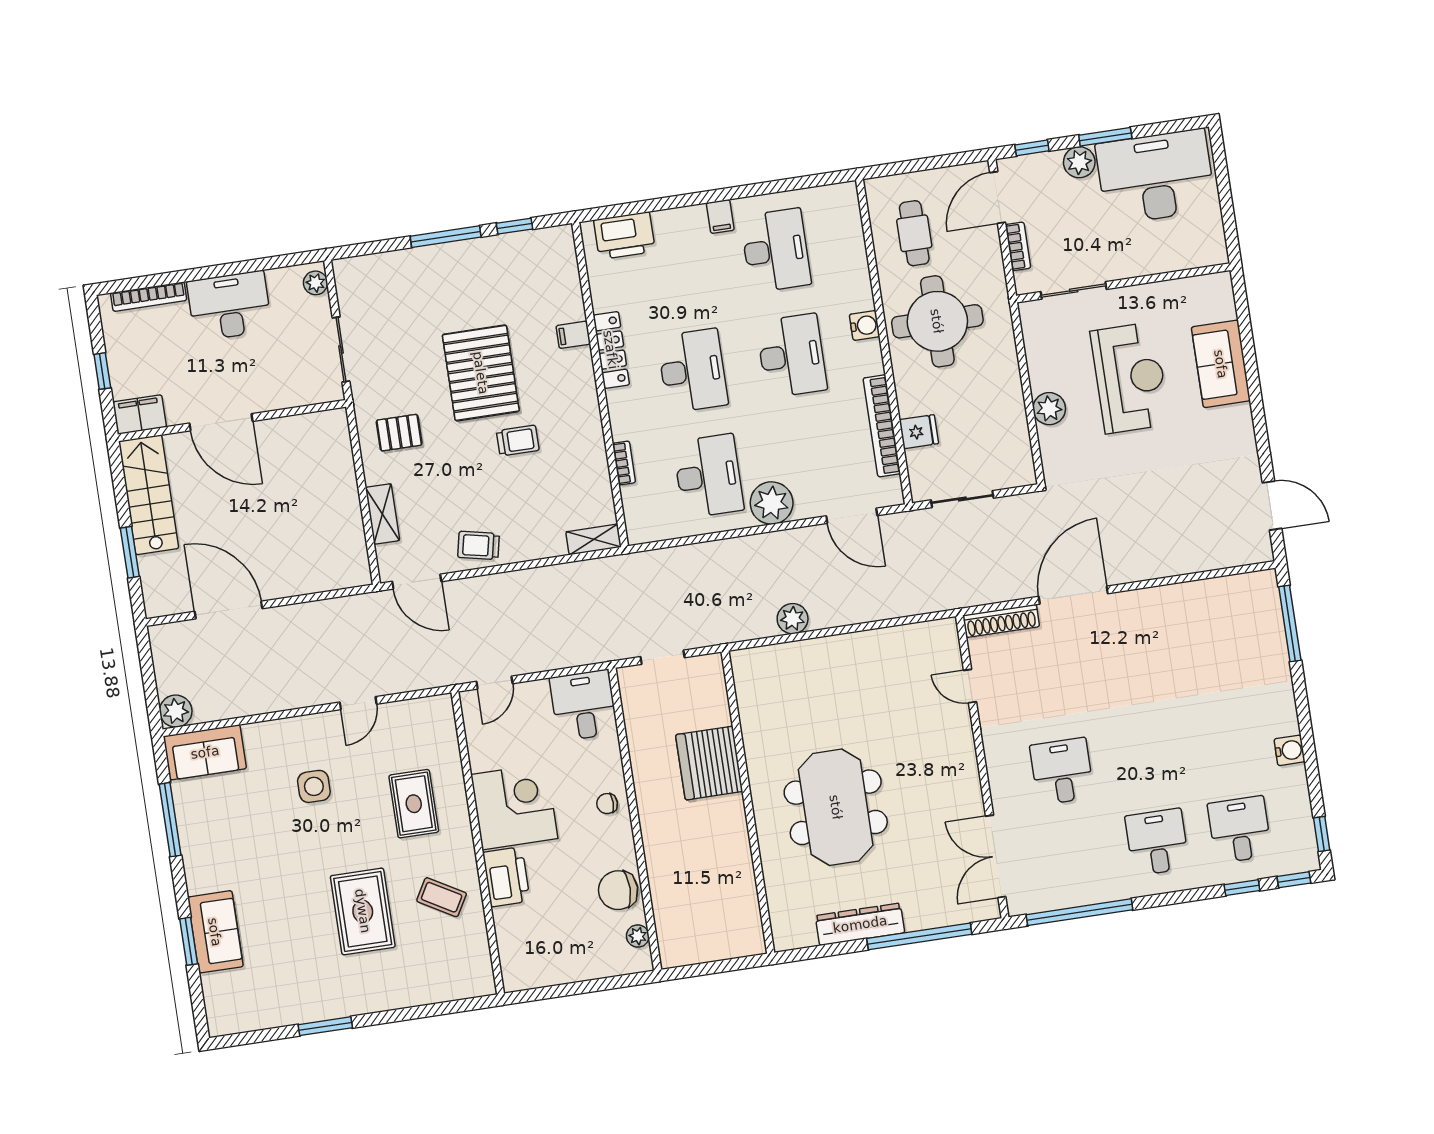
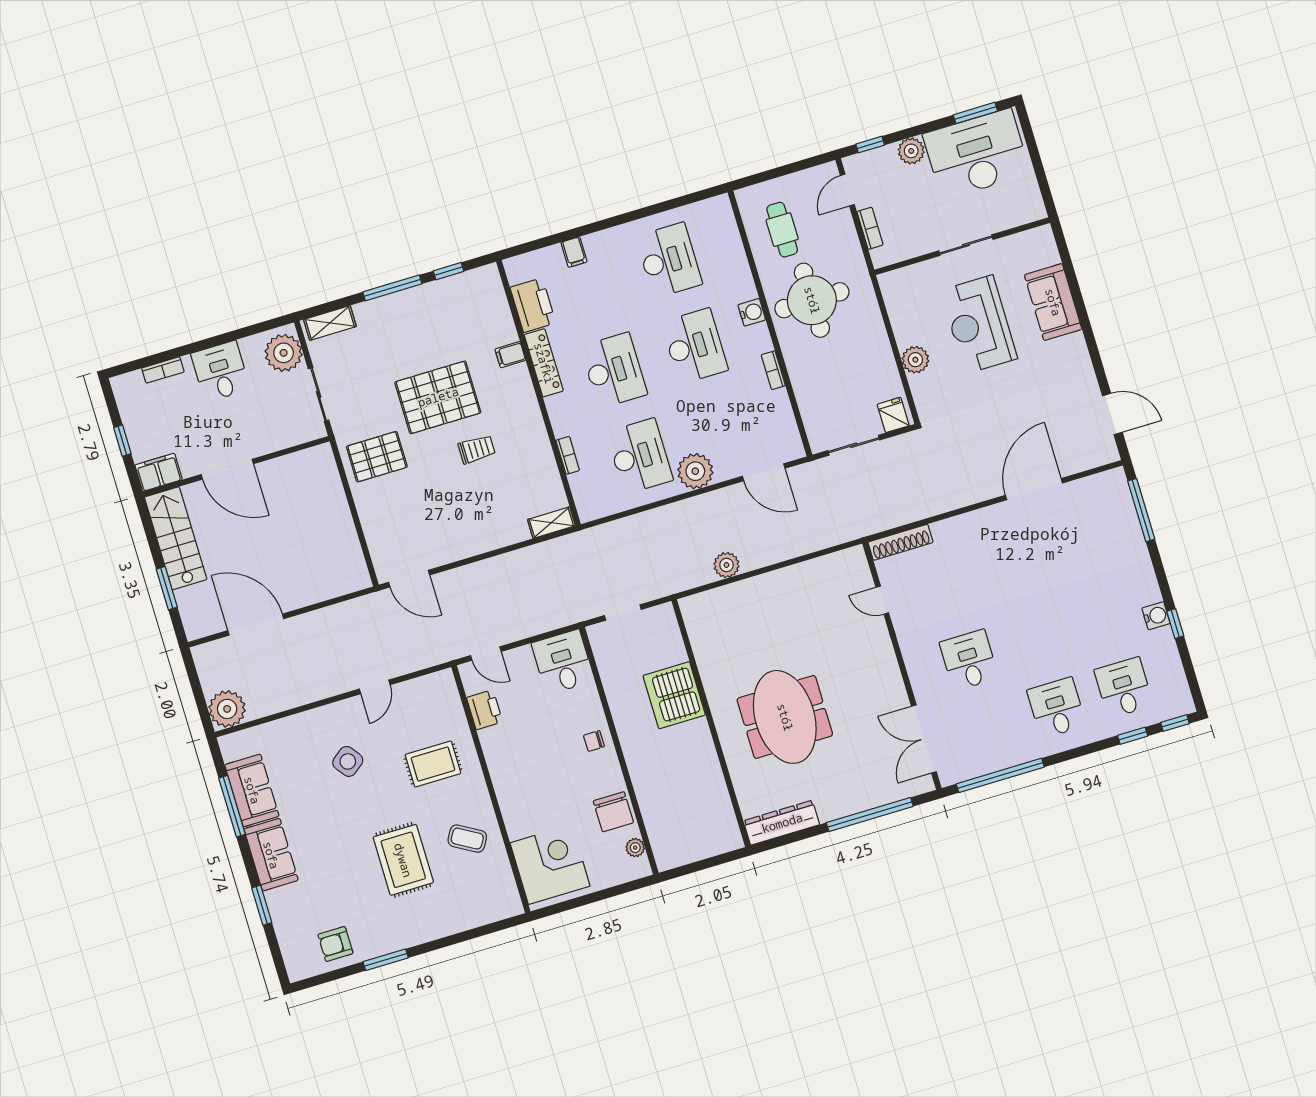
window: (1105, 137) -> (975, 113), moved
door: (998, 198) -> (847, 190), width x0.73
filing cabinet: (720, 217) -> (574, 252), moved
printer: (624, 236) -> (533, 305), moved, turned -90
plant: (316, 283) -> (284, 353), width x1.88, depth x1.88
sliding door: (1074, 290) -> (966, 245), moved
bookcase: (149, 297) -> (163, 370), width x0.64
desk: (229, 306) -> (220, 371), width x0.73
pallet: (481, 373) -> (438, 397), turned 90
reception desk: (1130, 378) -> (979, 324), turned 180
bookcase: (882, 426) -> (773, 370), width x0.43, depth x0.76
fridge: (919, 432) -> (893, 415), moved, turned -90
pallet: (399, 433) -> (377, 457), width x1.50, depth x1.42
shelving: (382, 514) -> (330, 323), moved, turned 90
trolley: (479, 545) -> (456, 541), removed
door: (1073, 595) -> (1034, 489), moved
door: (494, 683) -> (486, 654), hinge flipped
plant: (176, 711) -> (227, 709), width x1.36, depth x1.36
sofa: (205, 752) -> (252, 790), moved, turned -90
side table: (314, 786) -> (348, 761), turned -37
rug: (414, 804) -> (433, 764), turned 90
corner desk: (514, 807) -> (550, 864), moved
window: (1322, 834) -> (1175, 624), moved
printer: (506, 877) -> (485, 710), moved, width x0.73, depth x0.84
chair: (618, 890) -> (613, 812), turned -90
dresser: (860, 924) -> (782, 823), moved
sofa: (215, 932) -> (271, 855), moved
armchair: (269, 999) -> (335, 944), added

